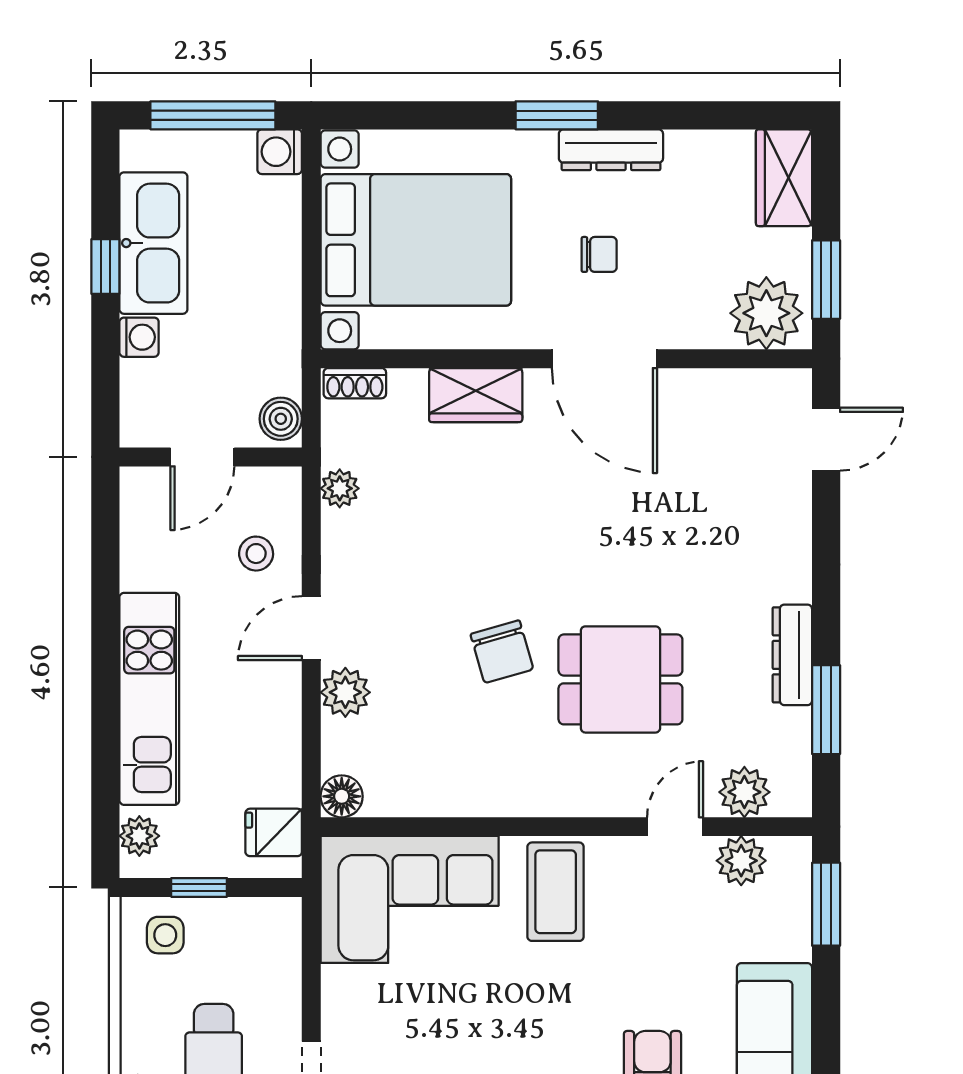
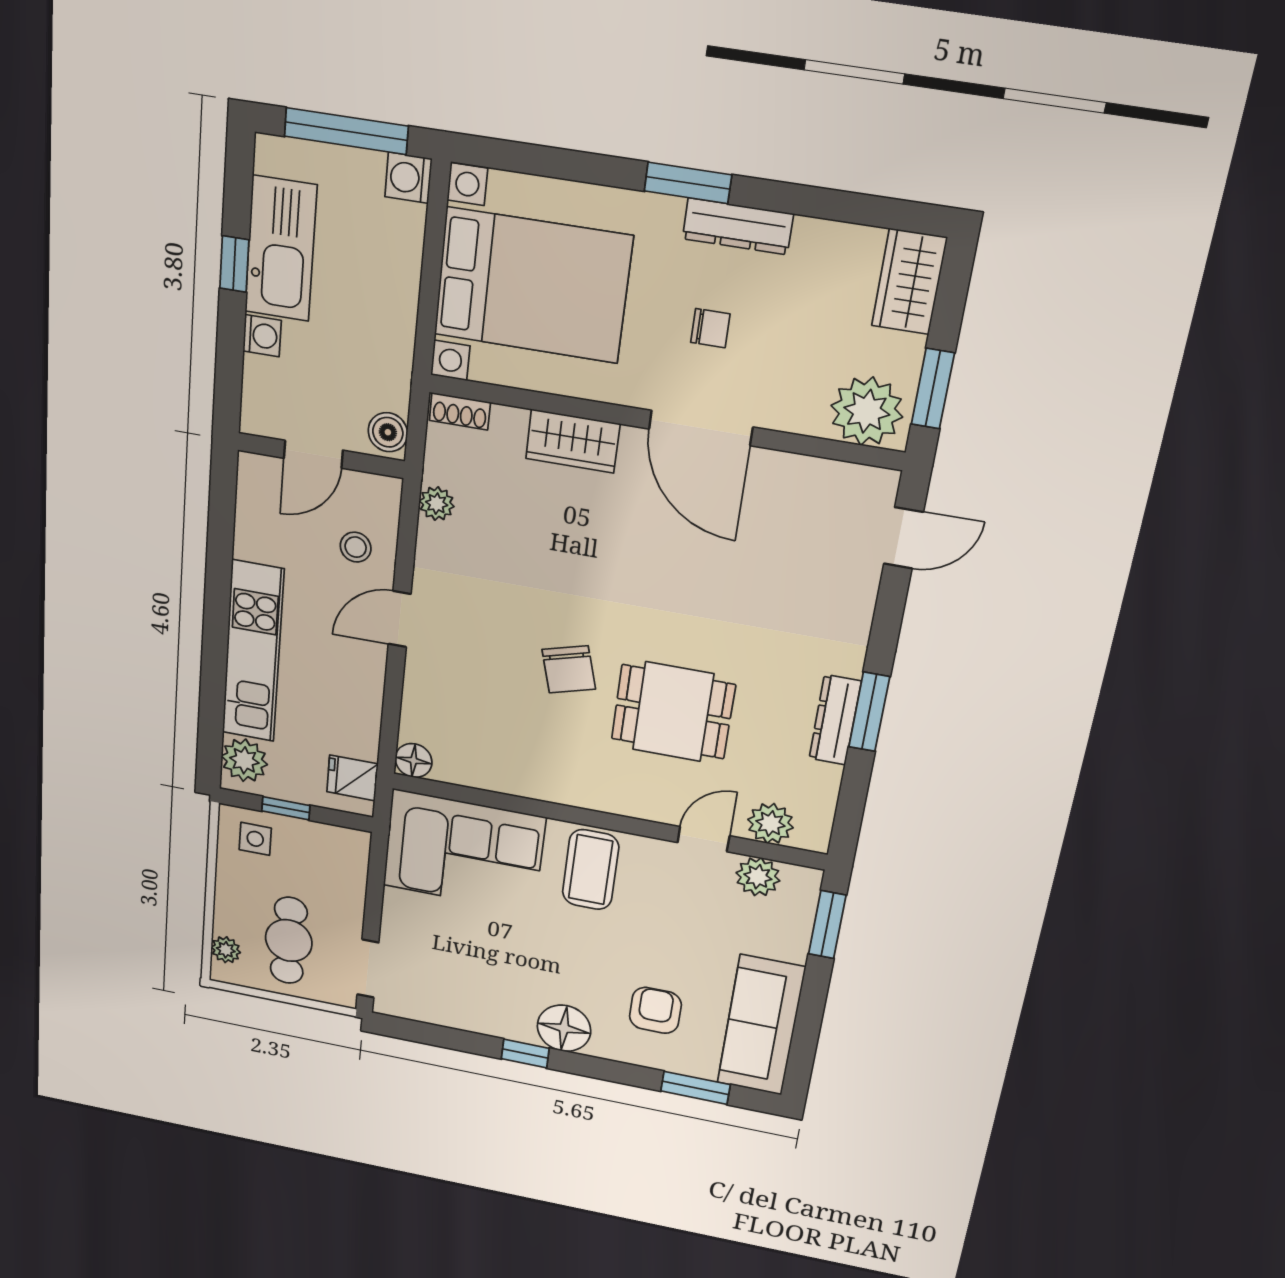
plant: (345, 692) -> (425, 678), removed
window: (826, 710) -> (869, 712), moved
plant: (139, 836) -> (244, 760), width x1.38, depth x1.38

